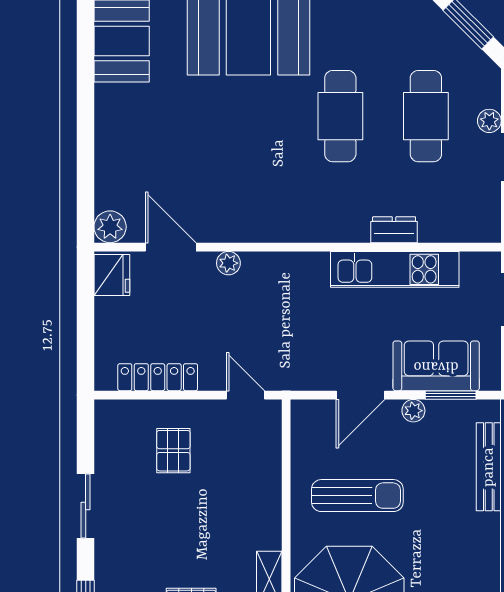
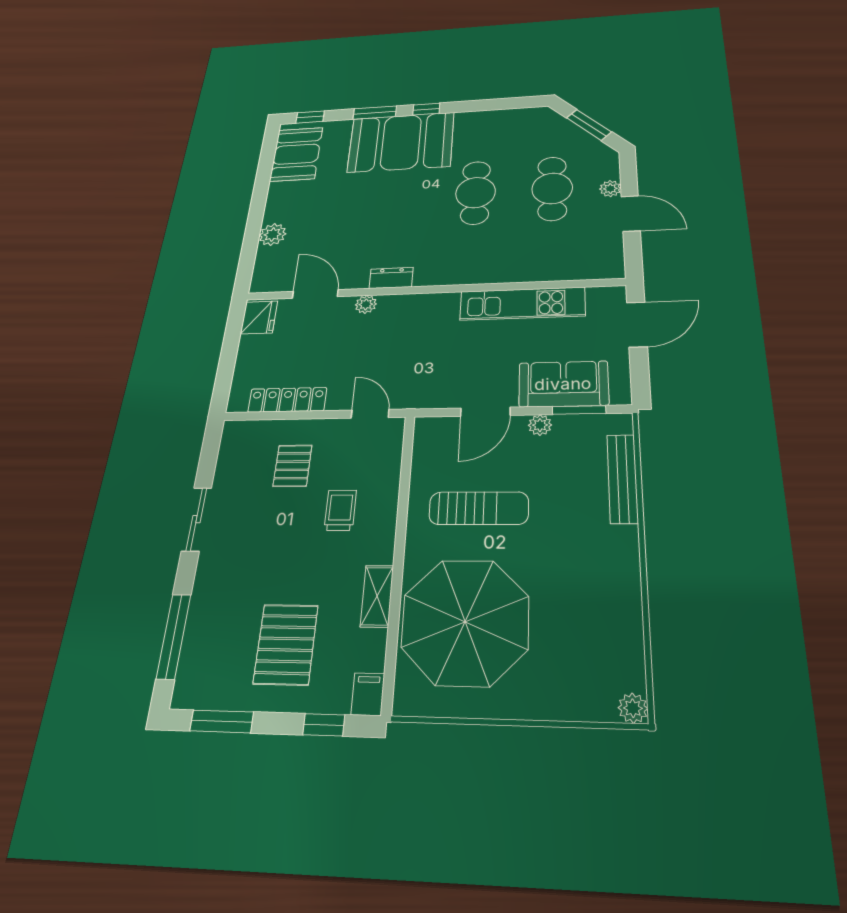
plant: (110, 227) -> (273, 235), moved
dresser: (394, 230) -> (391, 278), moved
trolley: (227, 497) -> (340, 510), added

